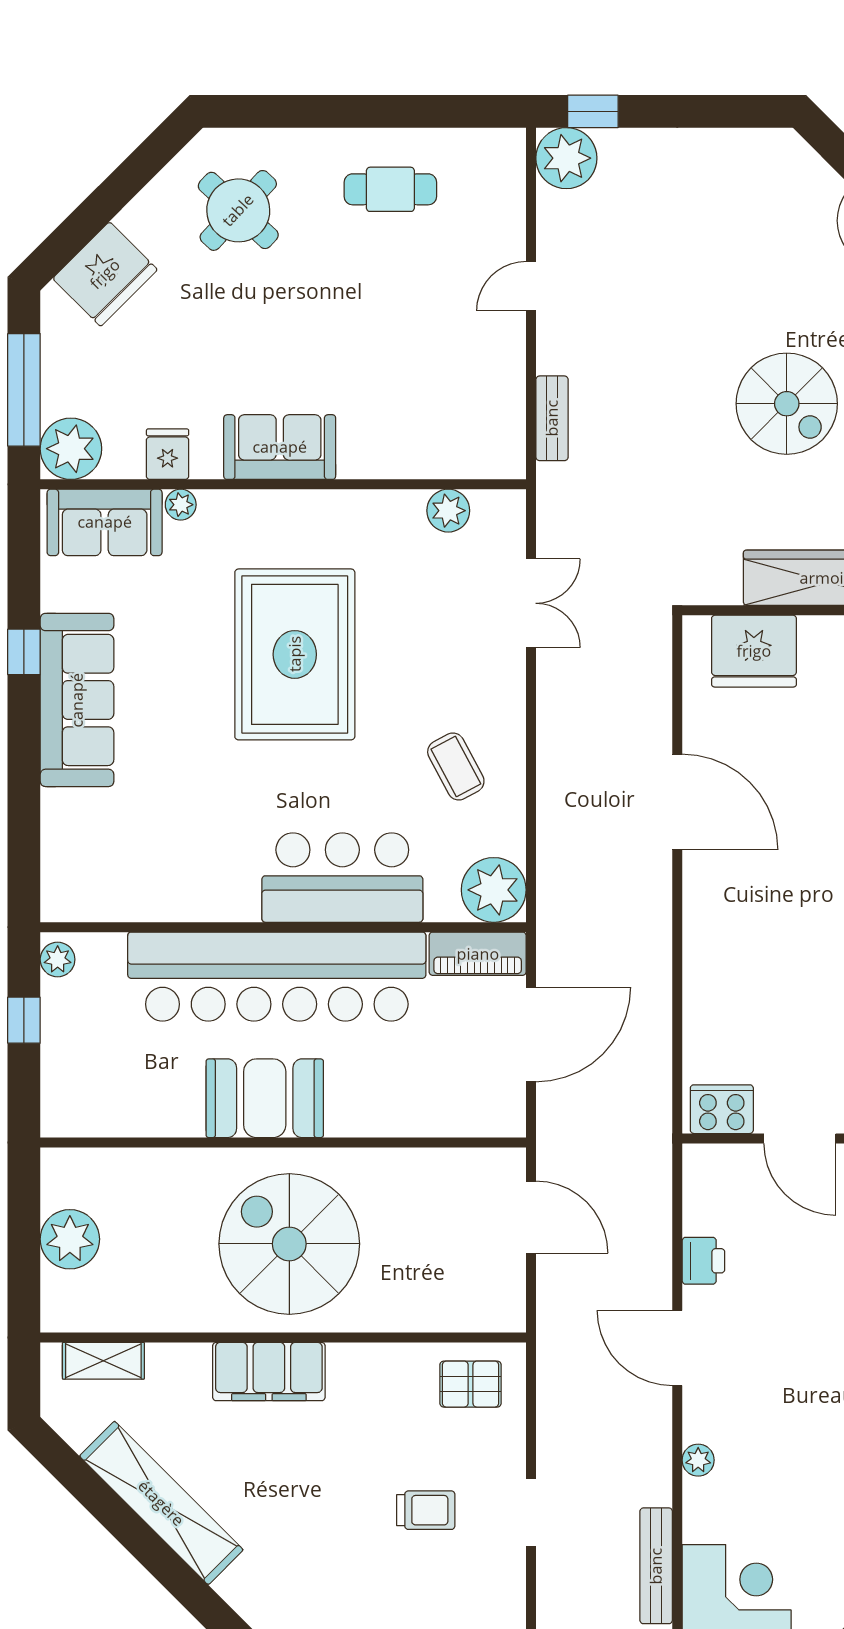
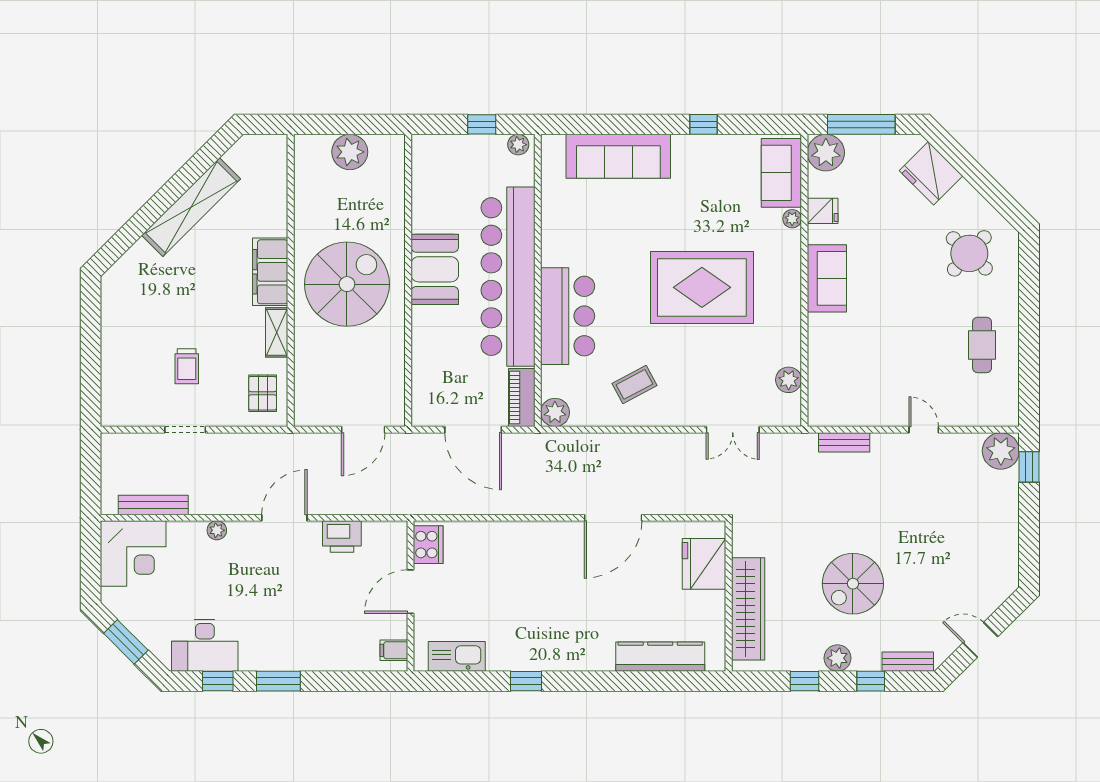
sofa: (77, 700) -> (618, 156), moved
plant: (494, 890) -> (555, 412), width x0.73, depth x0.73
printer: (703, 1261) -> (342, 537), width x1.36, depth x1.24
shelving: (103, 1361) -> (277, 332), moved

